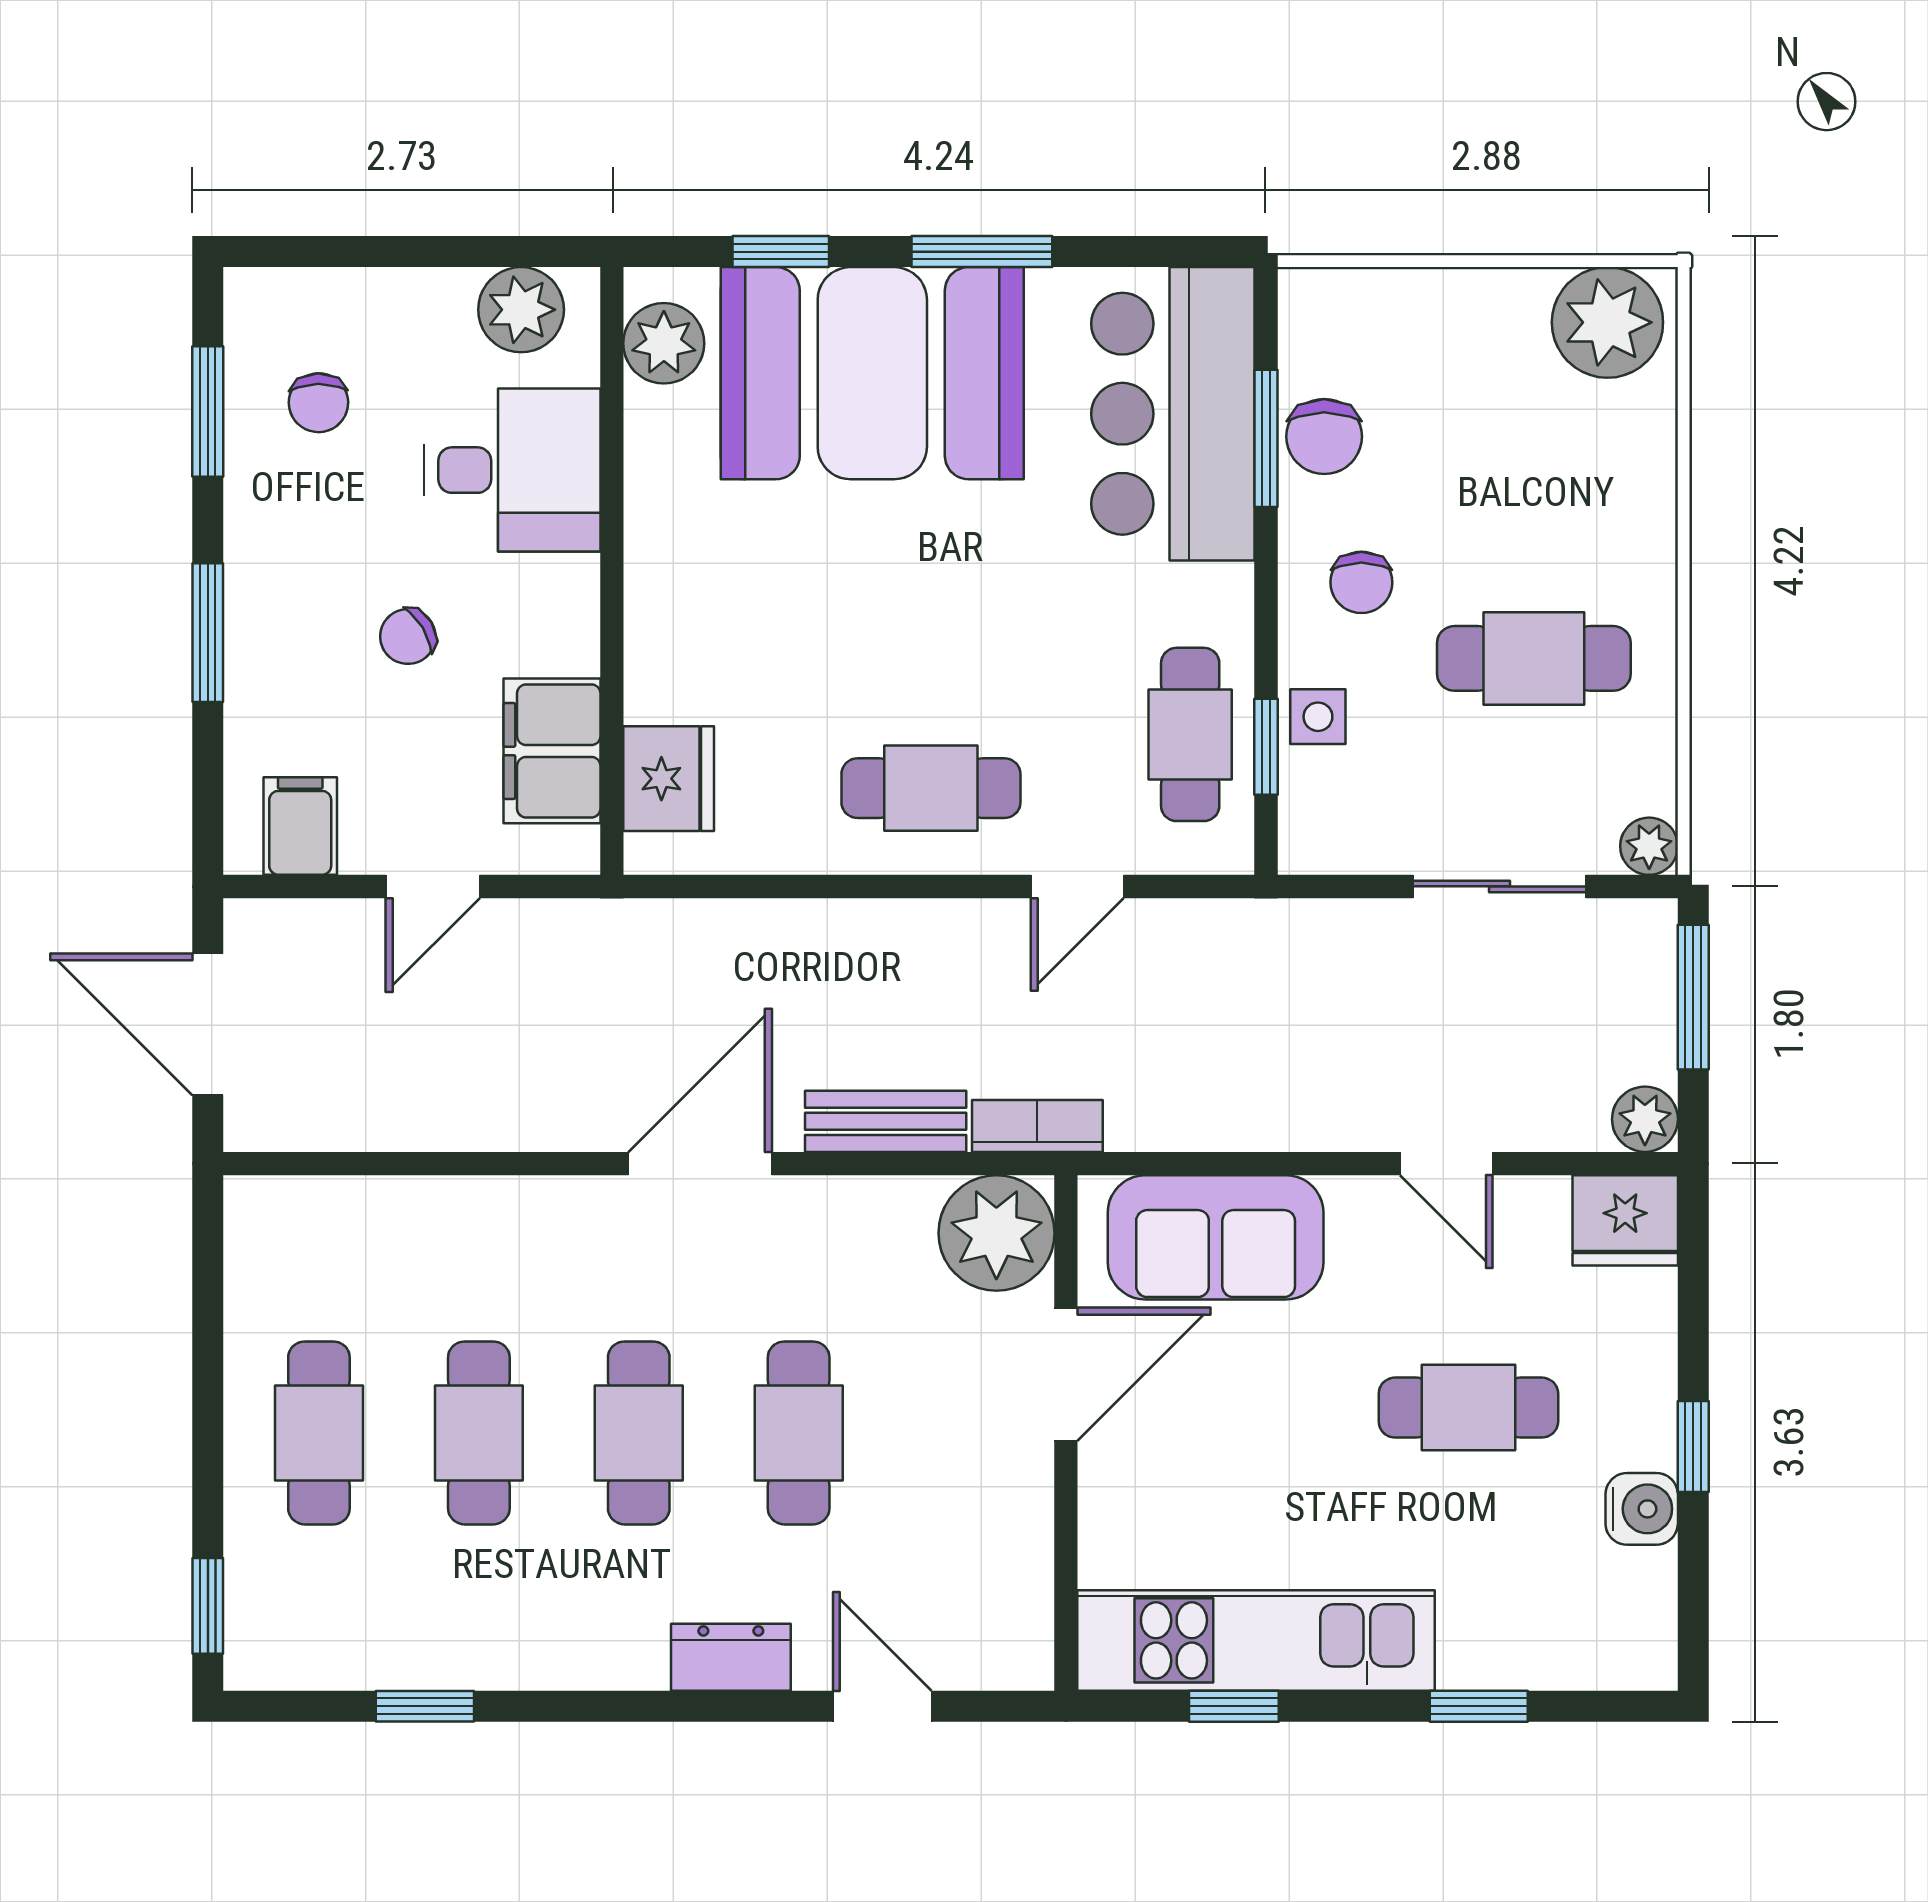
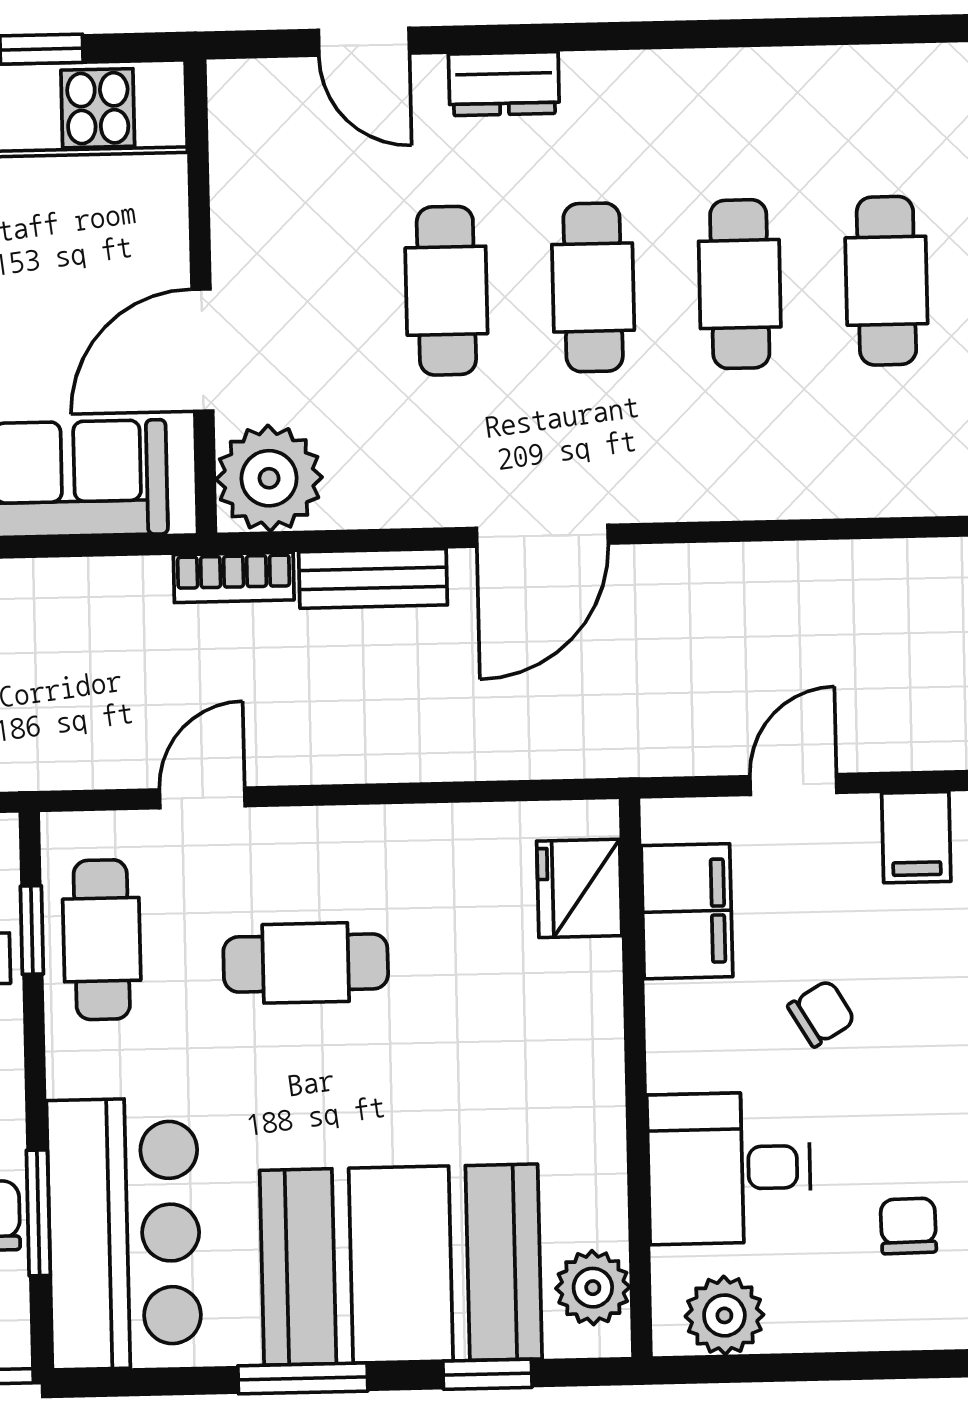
cafe table: (931, 788) -> (306, 963), moved
window: (425, 1706) -> (784, 32), removed

